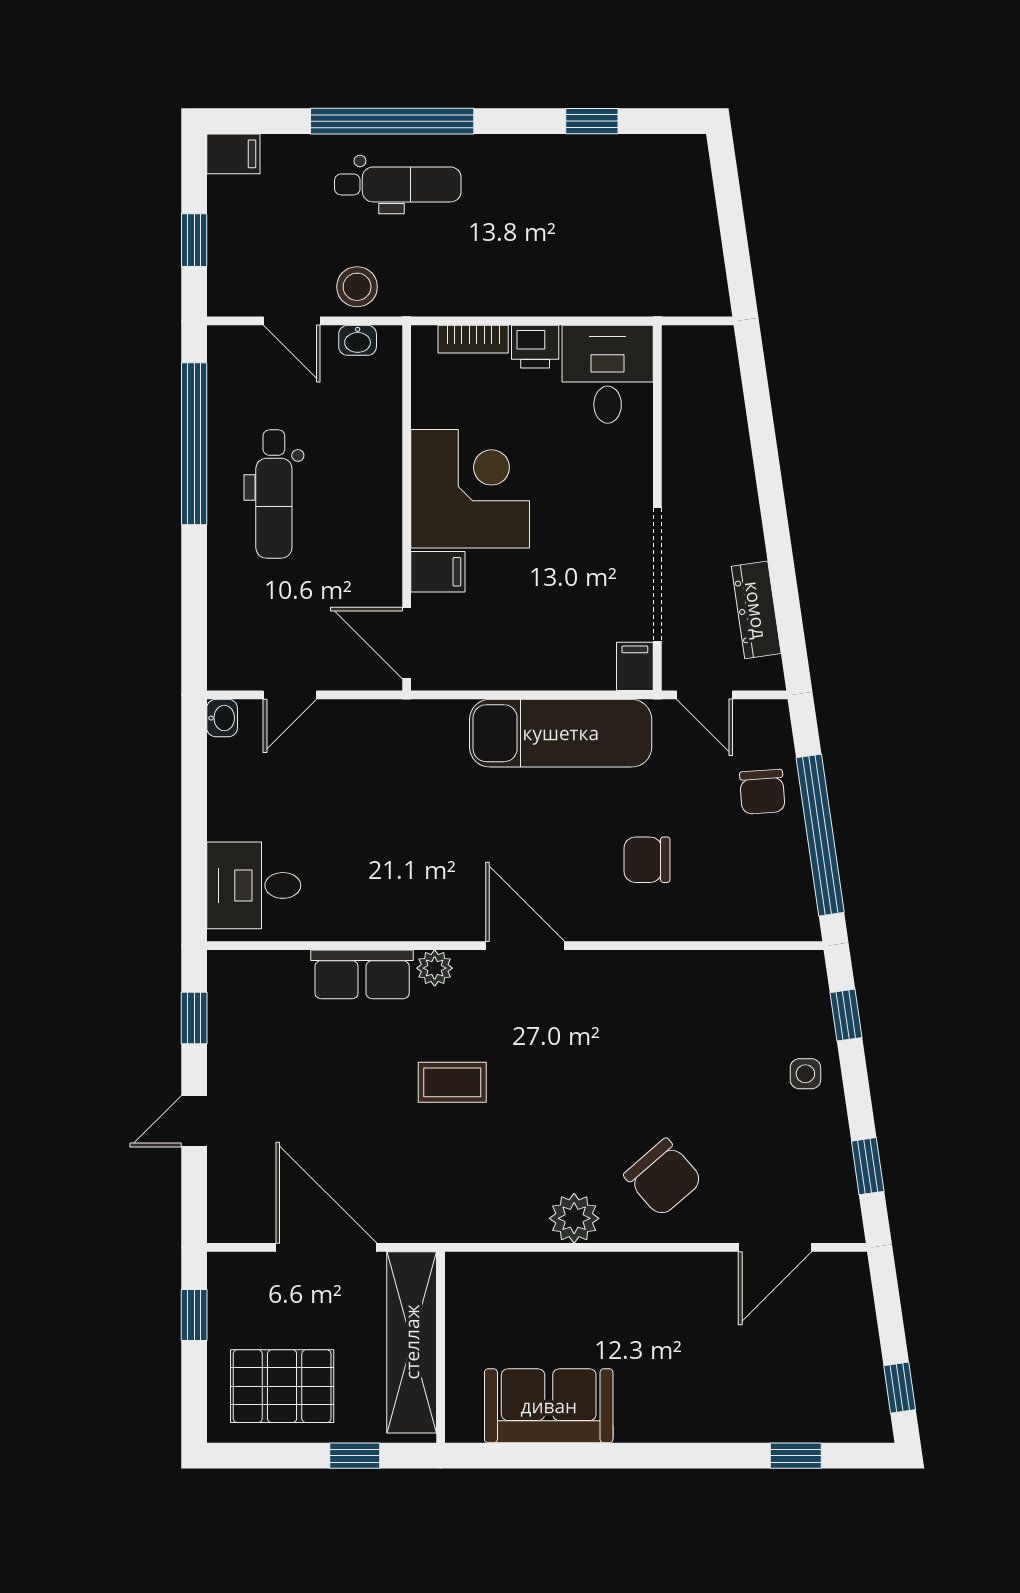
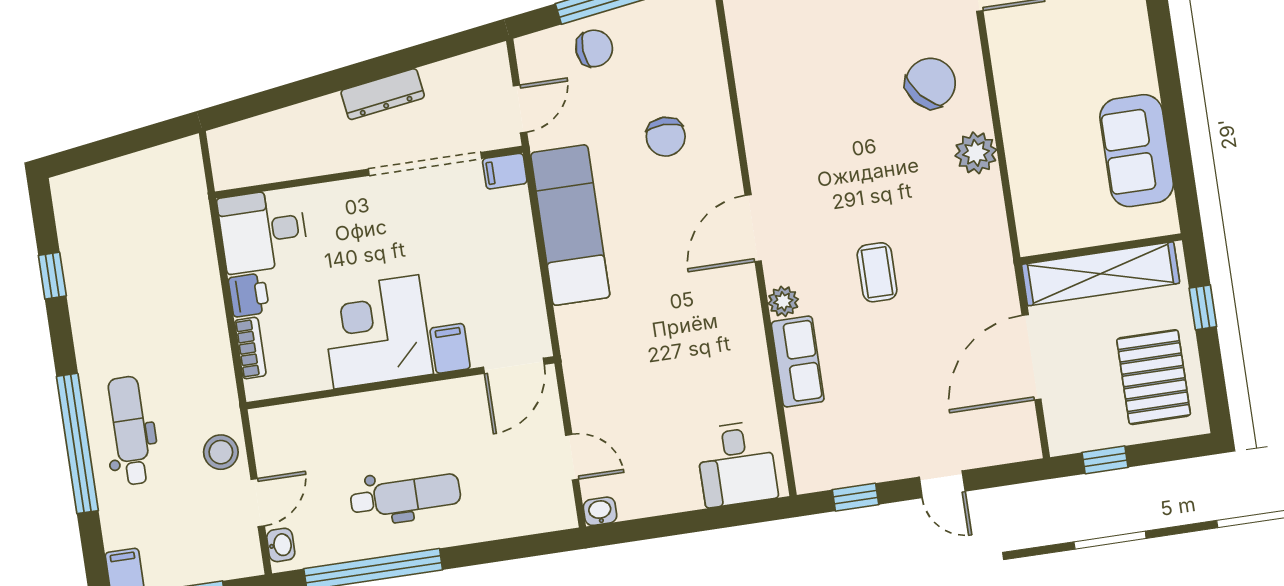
washbasin: (358, 340) -> (281, 545), moved
dresser: (756, 610) -> (383, 94), moved

